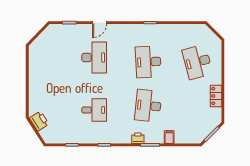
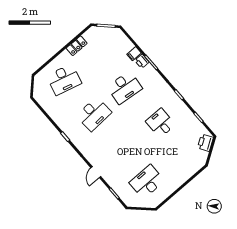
door: (100, 23) -> (96, 172), swing flipped
desk: (94, 57) -> (147, 182), moved
desk: (197, 62) -> (64, 79), turned 30
printer: (39, 121) -> (205, 143), moved
printer: (138, 138) -> (142, 61), moved

